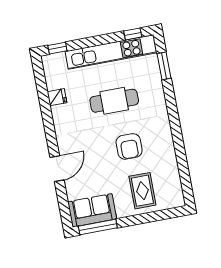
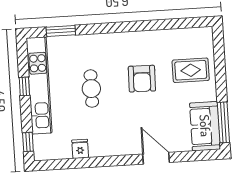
window: (133, 34) -> (24, 86), moved
cafe table: (114, 101) -> (91, 89), width x0.73, depth x0.74
armchair: (129, 146) -> (142, 79), turned 91

